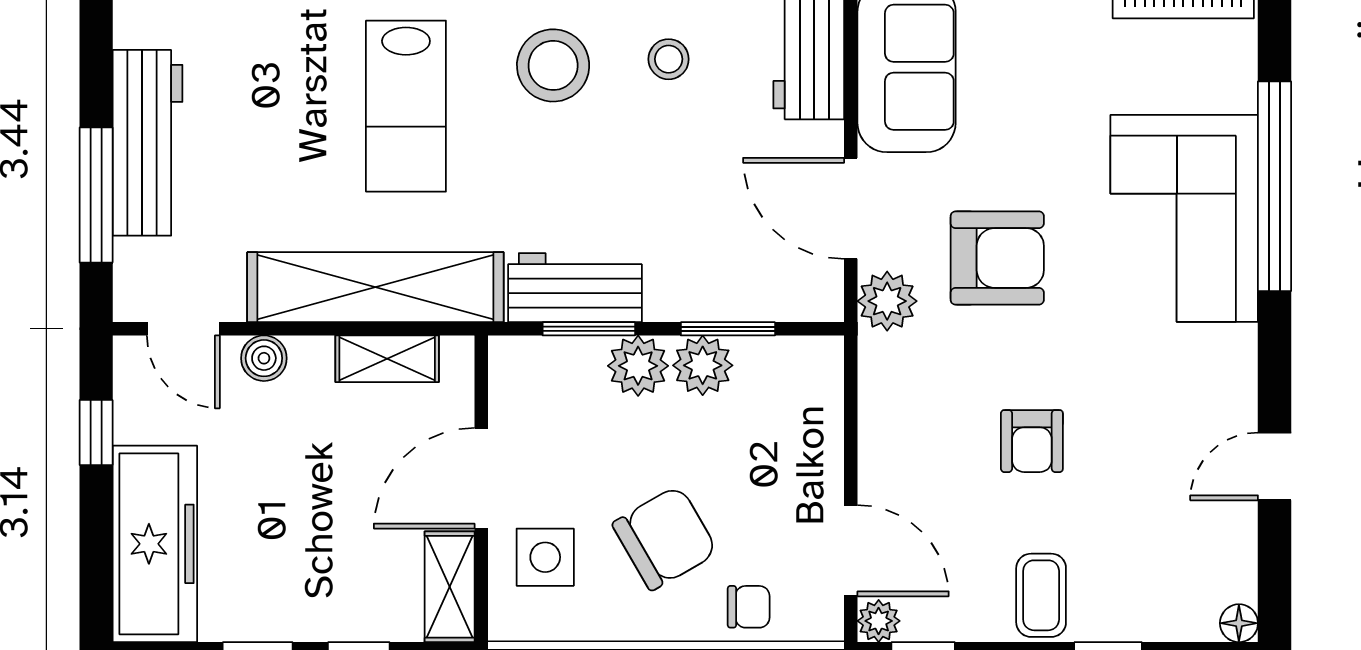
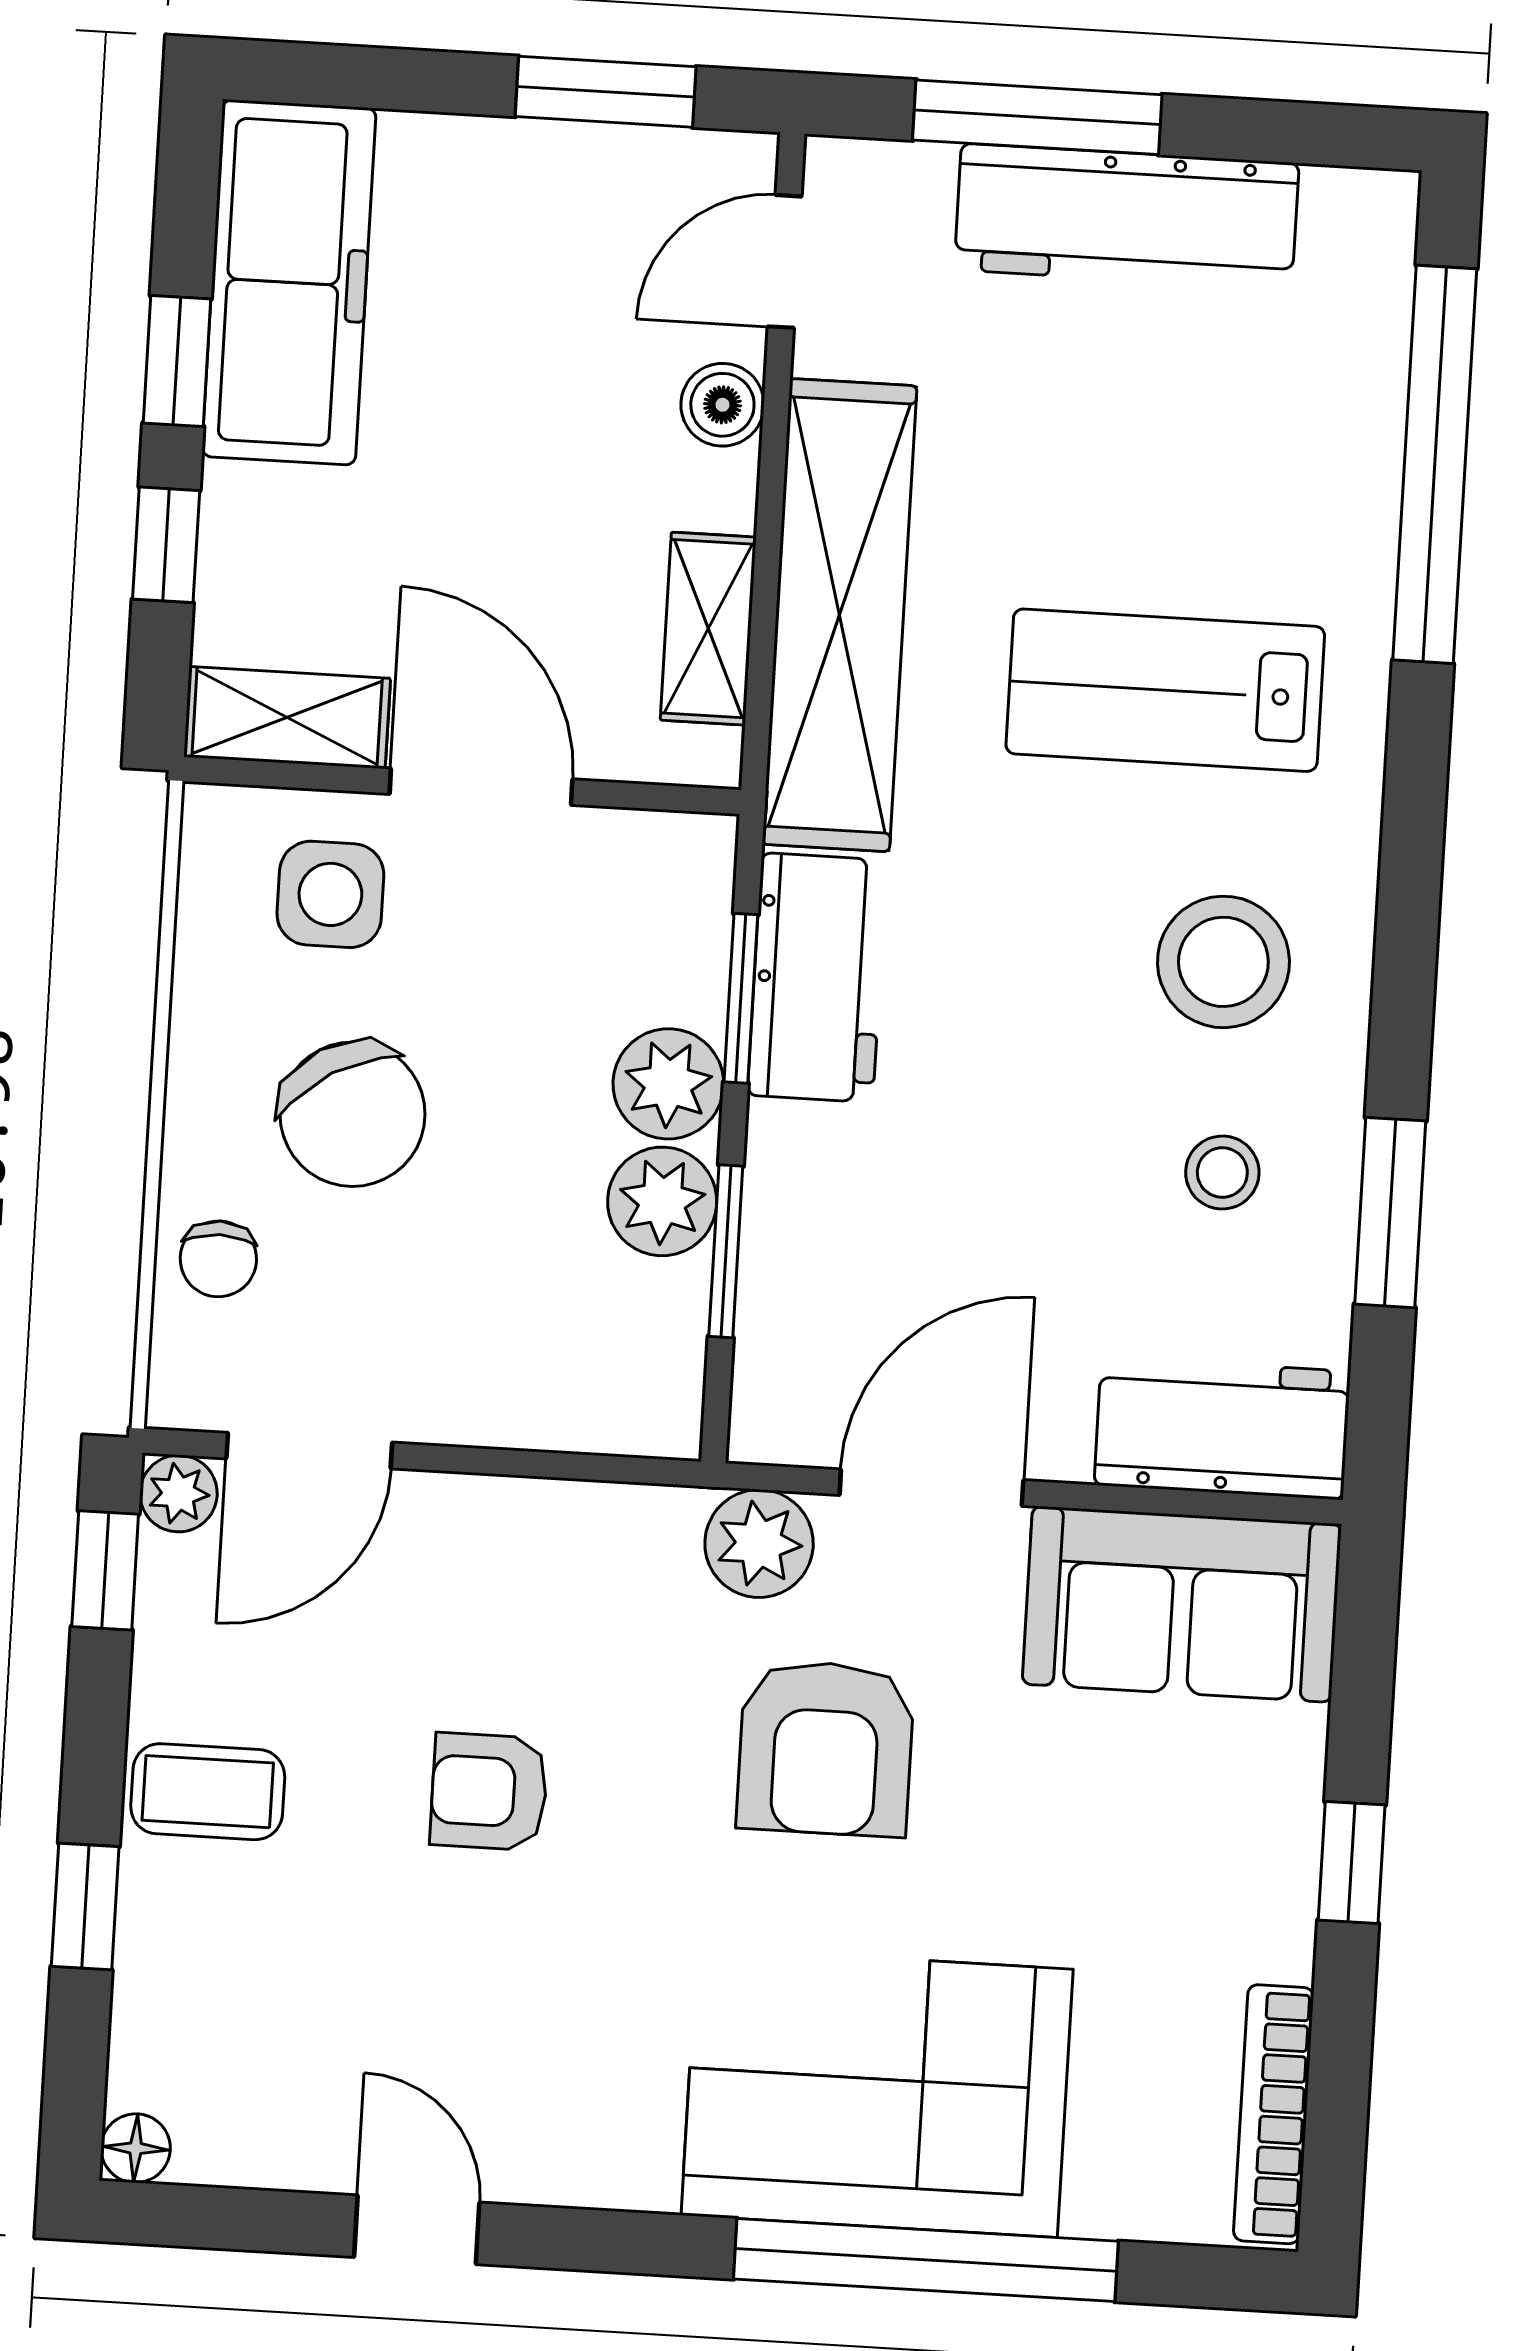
window: (96, 432) -> (606, 92), width x1.50
freezer: (155, 544) -> (289, 282), moved, turned -90

